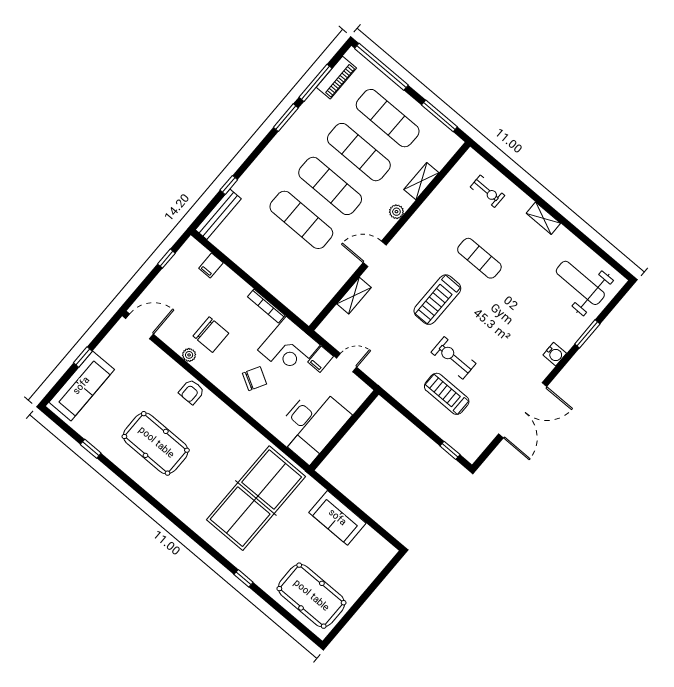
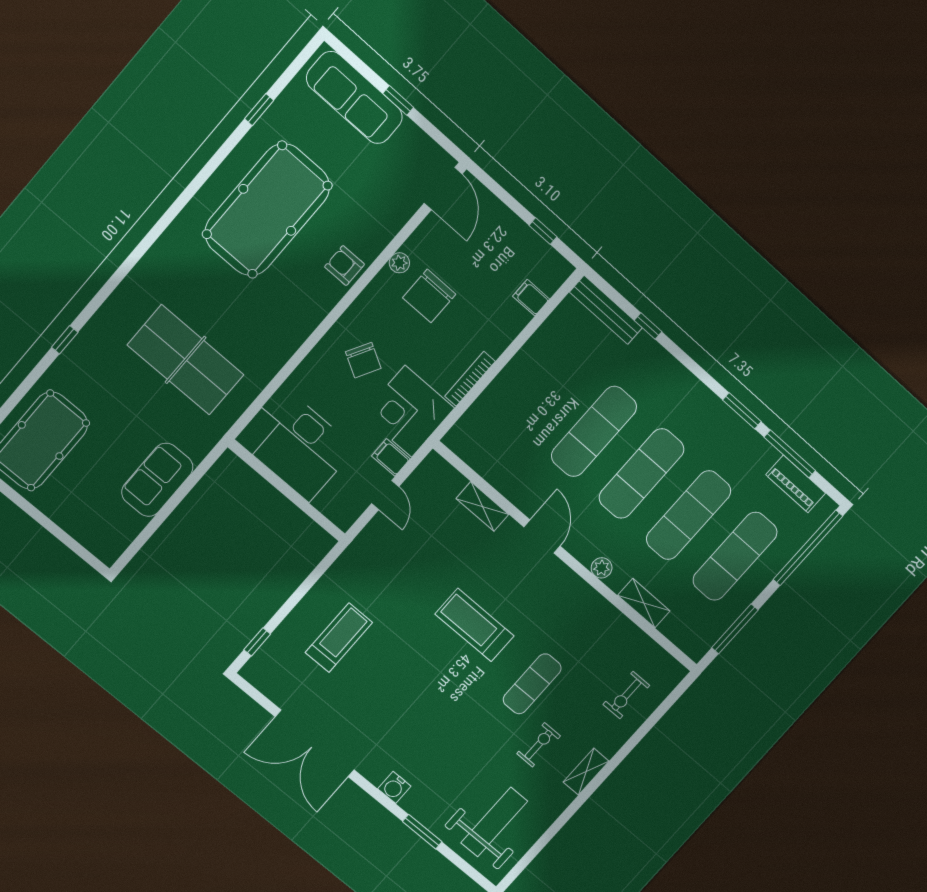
exercise bike: (453, 358) -> (539, 745), moved, width x0.73, depth x0.72
pool table: (156, 443) -> (267, 210), width x1.36, depth x1.32
table tennis table: (256, 498) -> (186, 360), width x0.73, depth x0.76

